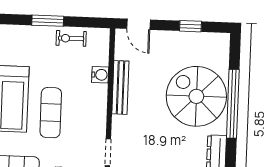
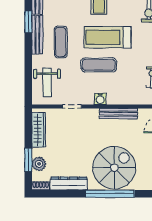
water cooler: (100, 75) -> (100, 99), moved

